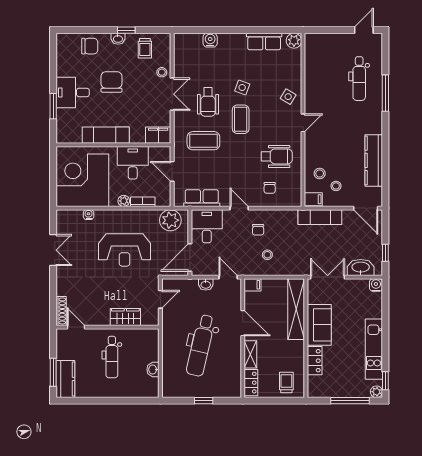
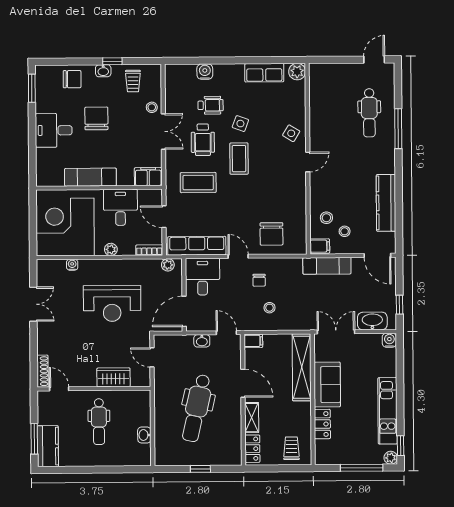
window: (53, 106) -> (32, 88), moved
wheelchair: (277, 156) -> (211, 105), moved, width x0.73, depth x0.73
chair: (270, 188) -> (271, 234), width x1.87, depth x1.87
row of seats: (202, 198) -> (197, 246), width x1.48
bookcase: (143, 202) -> (149, 250), moved
plant: (170, 220) -> (168, 265), width x0.53, depth x0.53
door: (160, 299) -> (152, 357), swing flipped

